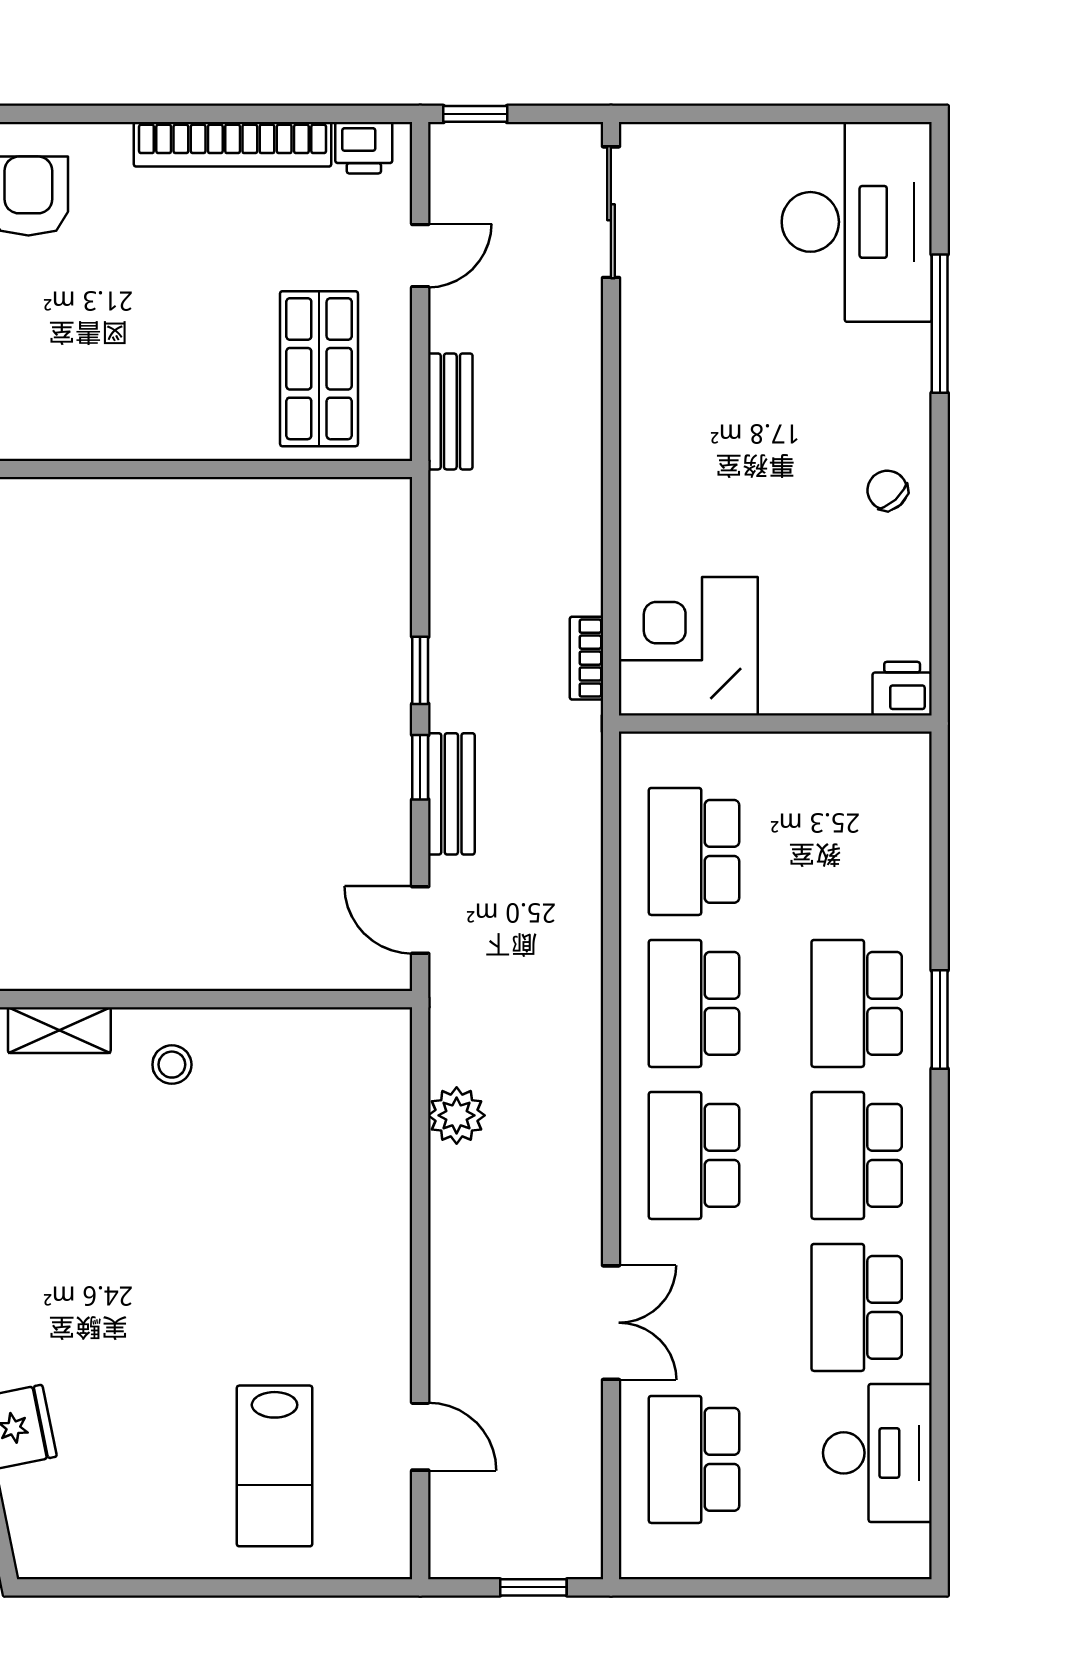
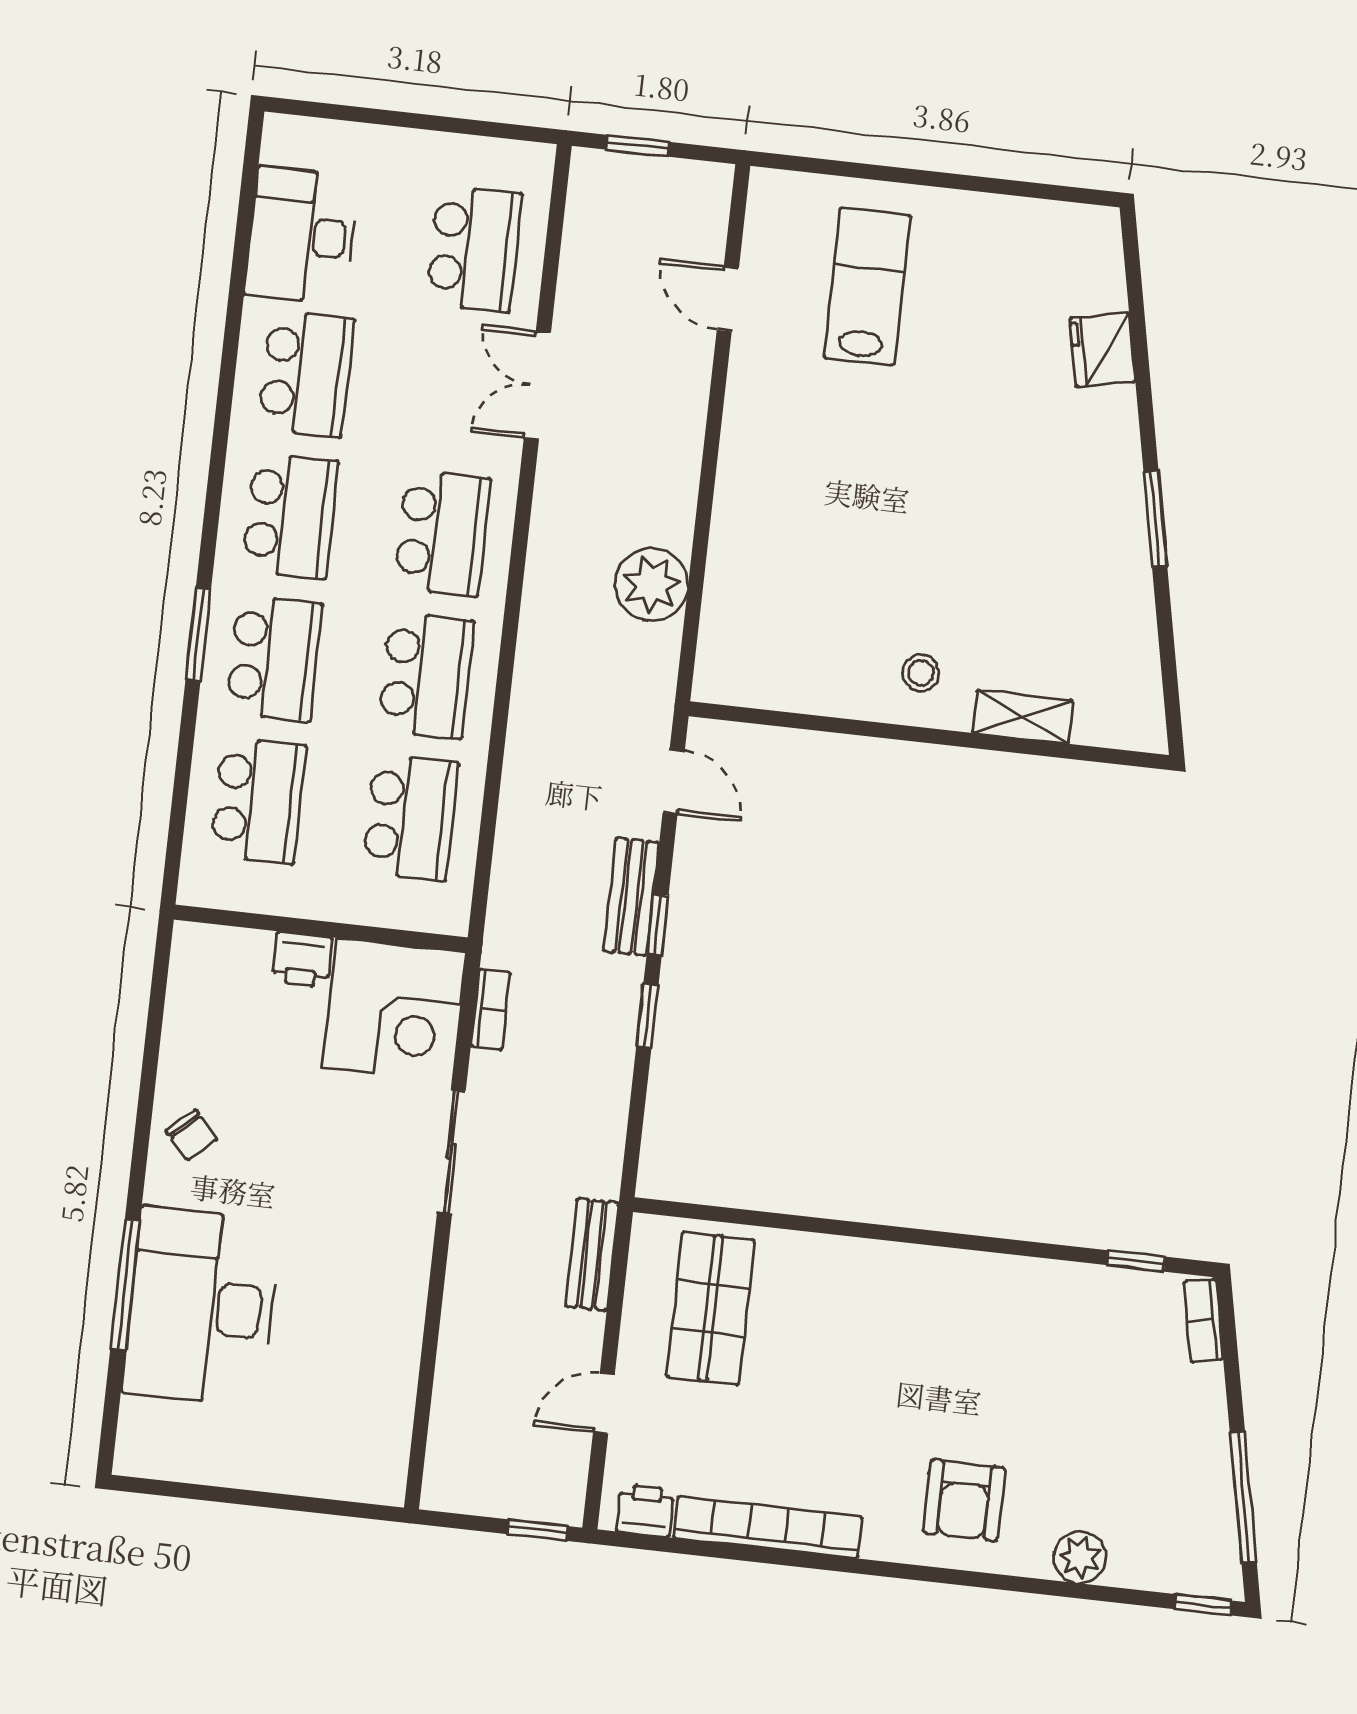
sliding door: (611, 212) -> (451, 1152), moved
desk: (857, 222) -> (201, 1306), moved
printer: (902, 689) -> (302, 959), moved
school desk: (857, 851) -> (258, 800), added
plant: (457, 1115) -> (652, 585), width x1.36, depth x1.36

